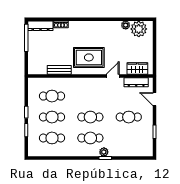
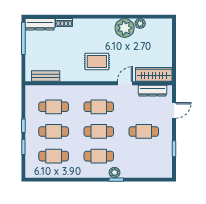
plant: (139, 29) -> (125, 28), moved
rug: (89, 57) -> (97, 62), width x0.73, depth x0.70
wardrobe: (137, 68) -> (154, 74), width x1.50
bench: (59, 70) -> (46, 76), moved
cafe table: (90, 96) -> (99, 107), added
door: (154, 99) -> (174, 110), swing flipped

